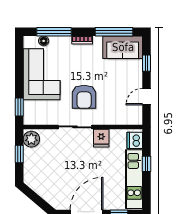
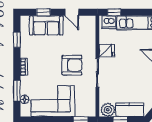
window: (54, 32) -> (17, 91), width x0.69
window: (114, 32) -> (17, 40), width x0.46
sofa: (123, 47) -> (46, 25), moved, turned 90
window: (146, 164) -> (114, 12), moved
kitchen counter: (32, 165) -> (130, 110), added

